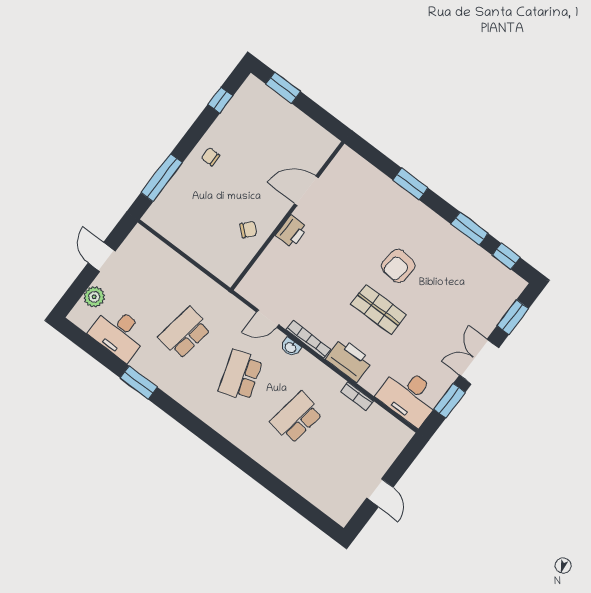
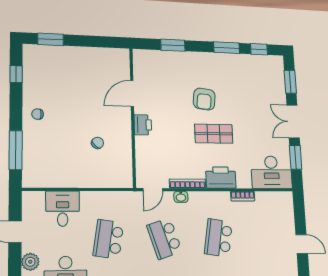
door: (306, 191) -> (132, 93), moved
wall: (287, 216) -> (133, 117), moved
printer: (292, 231) -> (143, 125), moved
desk: (163, 269) -> (63, 209), added

